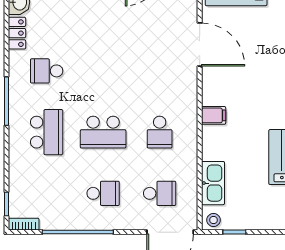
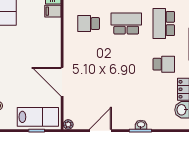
filing cabinet: (214, 115) -> (53, 11), moved
school desk: (160, 132) -> (89, 24), turned -90

